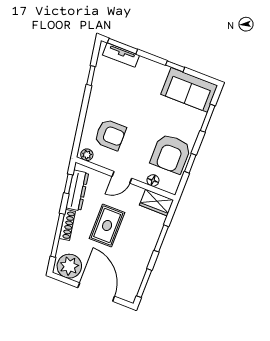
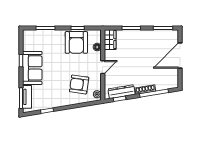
sofa: (189, 90) -> (32, 68), moved
armchair: (110, 135) -> (79, 84), turned -82
armchair: (171, 154) -> (76, 42), turned 90
door: (122, 177) -> (103, 67), hinge flipped
rug: (107, 226) -> (136, 65), removed
plant: (69, 266) -> (170, 78), removed

